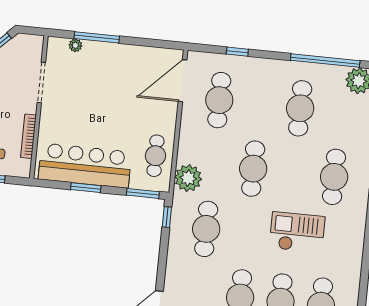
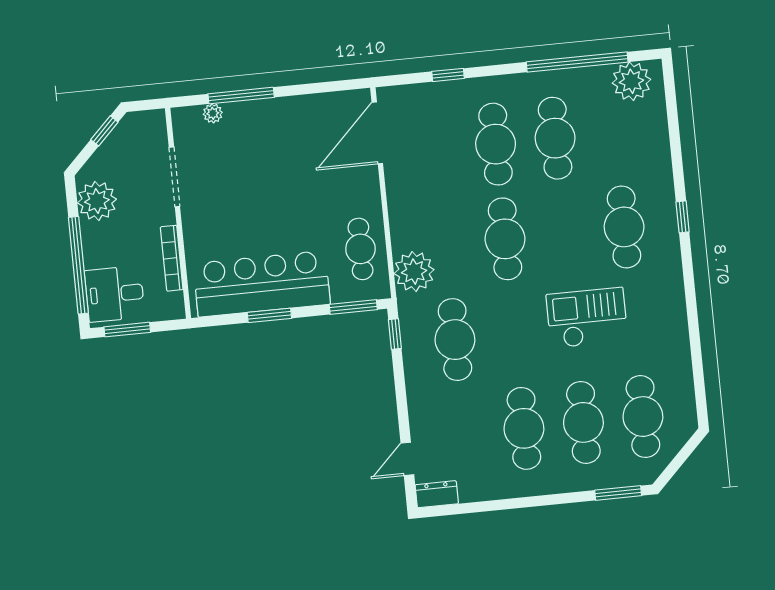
cafe table: (219, 100) -> (496, 144), moved

